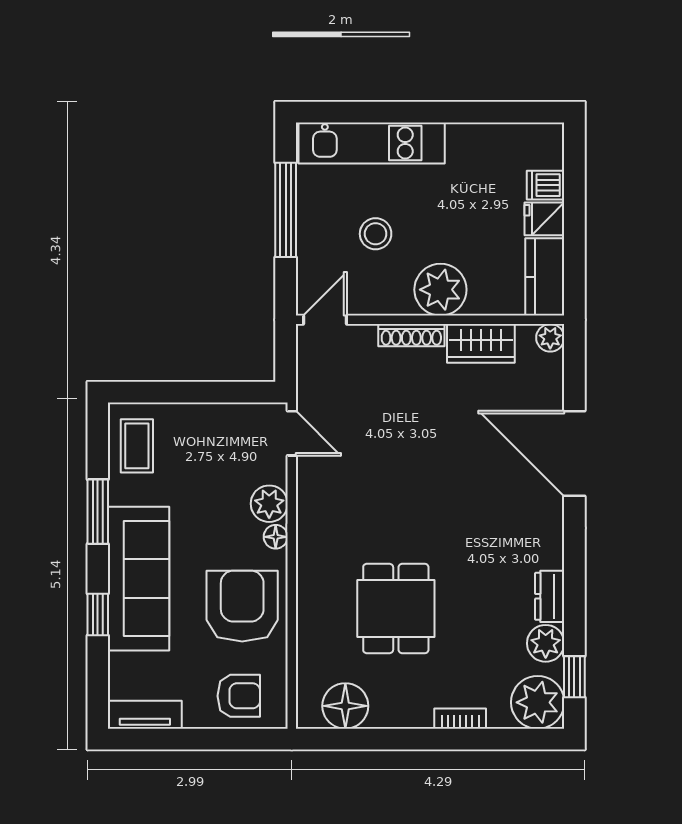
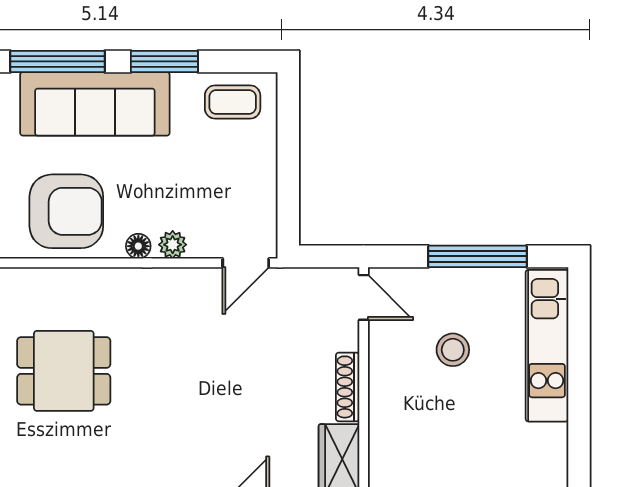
plant: (440, 290) -> (395, 417), removed
plant: (269, 504) -> (173, 245), width x0.73, depth x0.73
window: (98, 615) -> (58, 61), width x2.17

